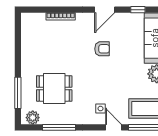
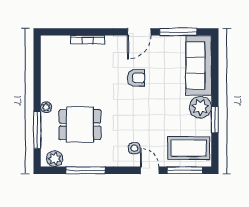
window: (138, 10) -> (178, 32), width x2.17
plant: (25, 74) -> (46, 107), added

